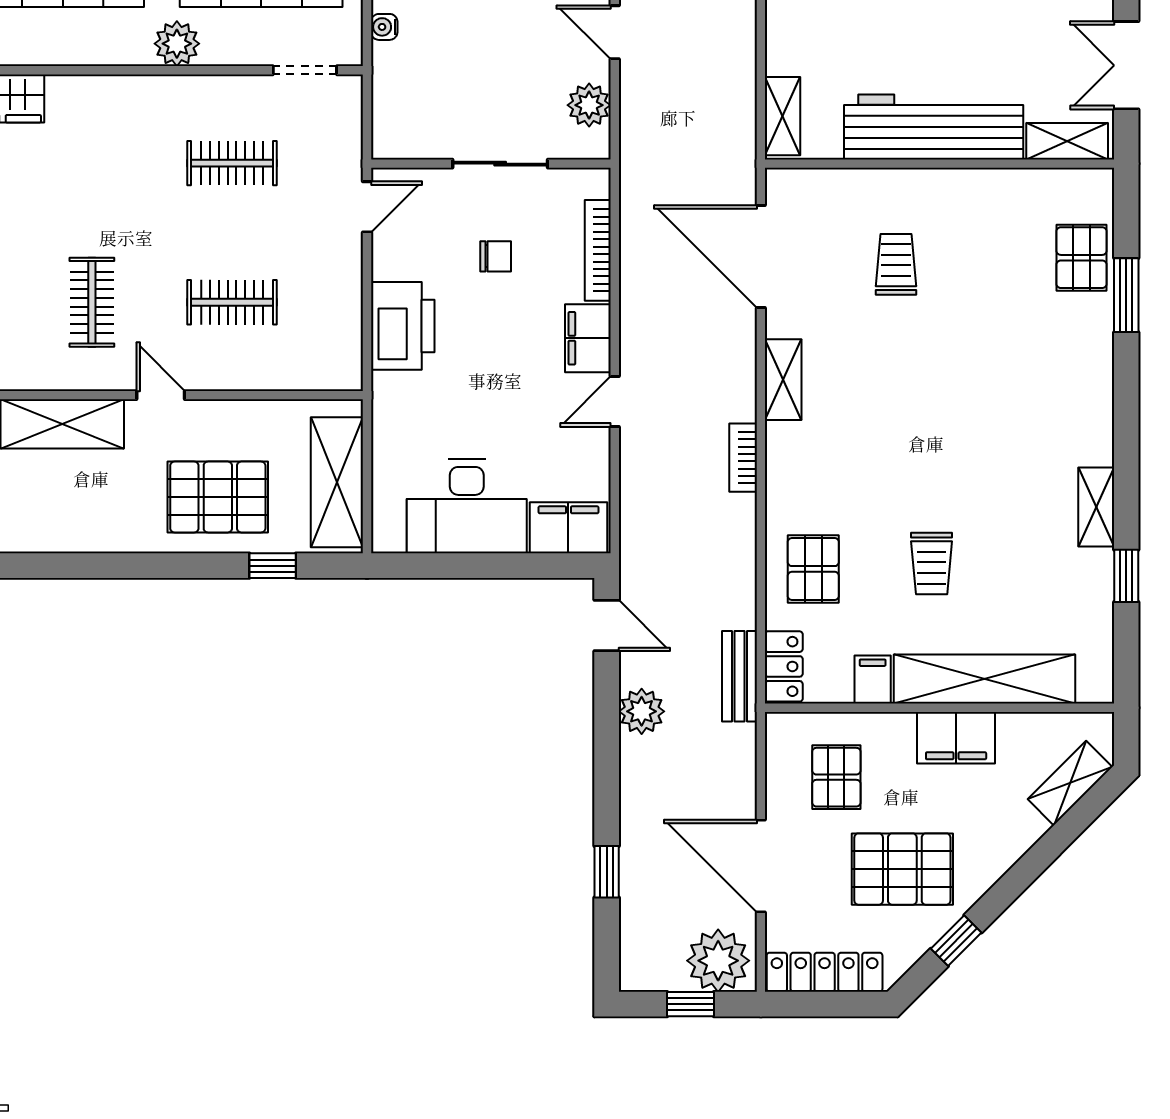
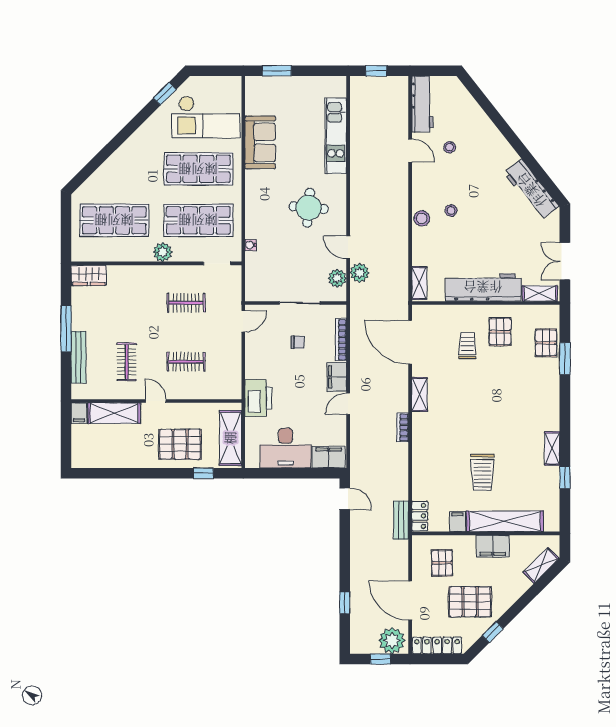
printer: (403, 326) -> (258, 398), moved
trolley: (932, 563) -> (482, 472), width x1.36, depth x1.39
pallet: (813, 569) -> (500, 332), moved
plant: (642, 711) -> (360, 273), moved

